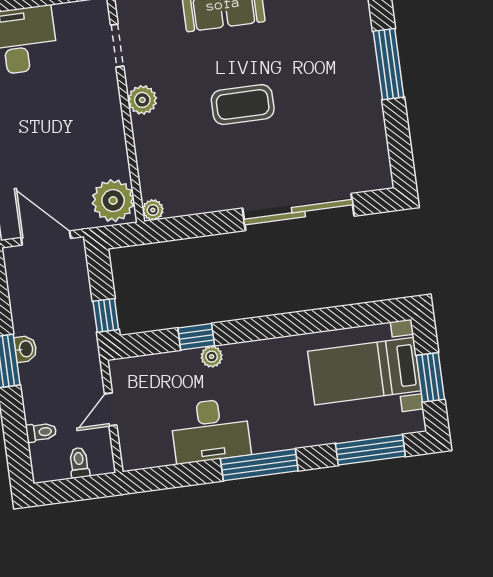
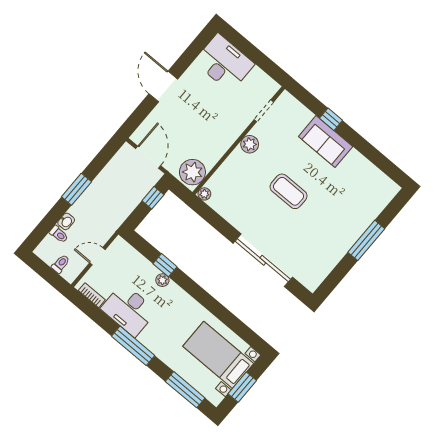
window: (106, 315) -> (153, 198), moved
washbasin: (25, 349) -> (66, 221), moved
bookcase: (152, 459) -> (92, 295), added

